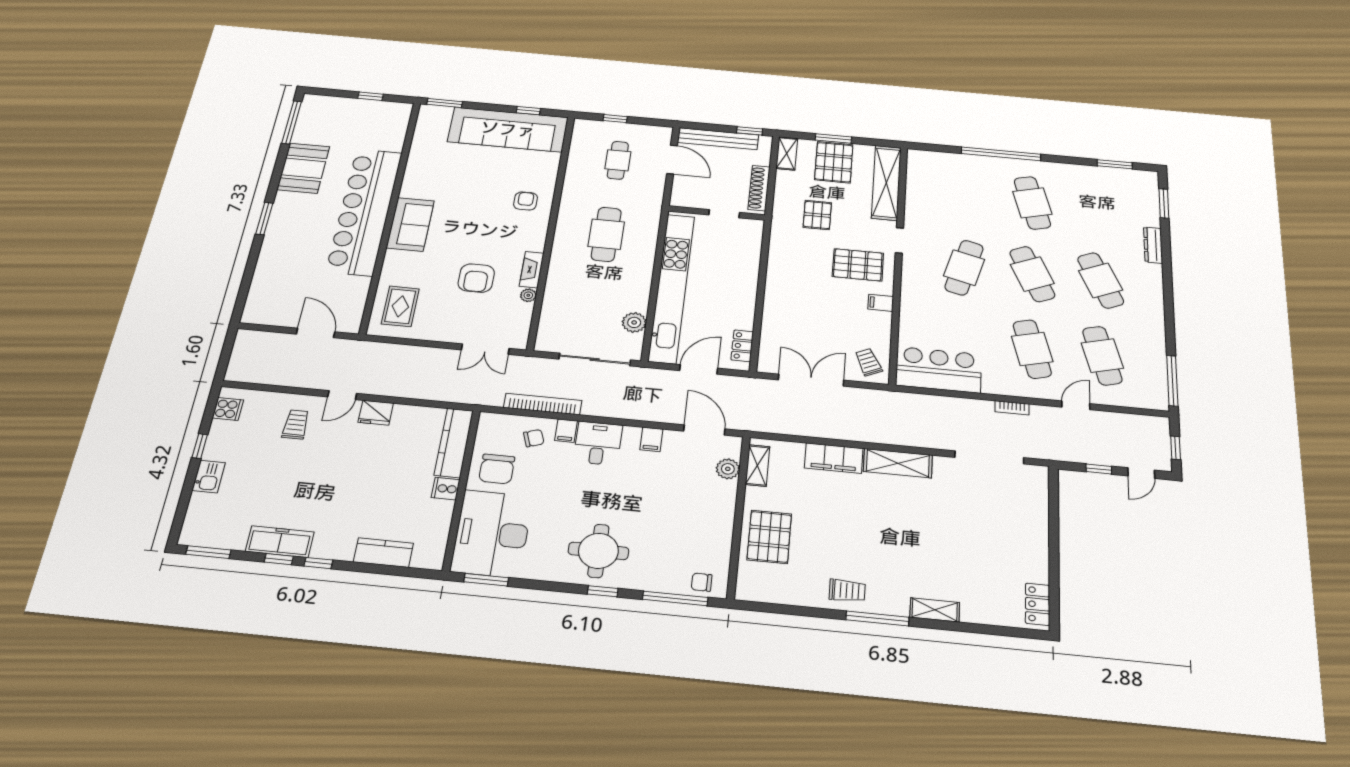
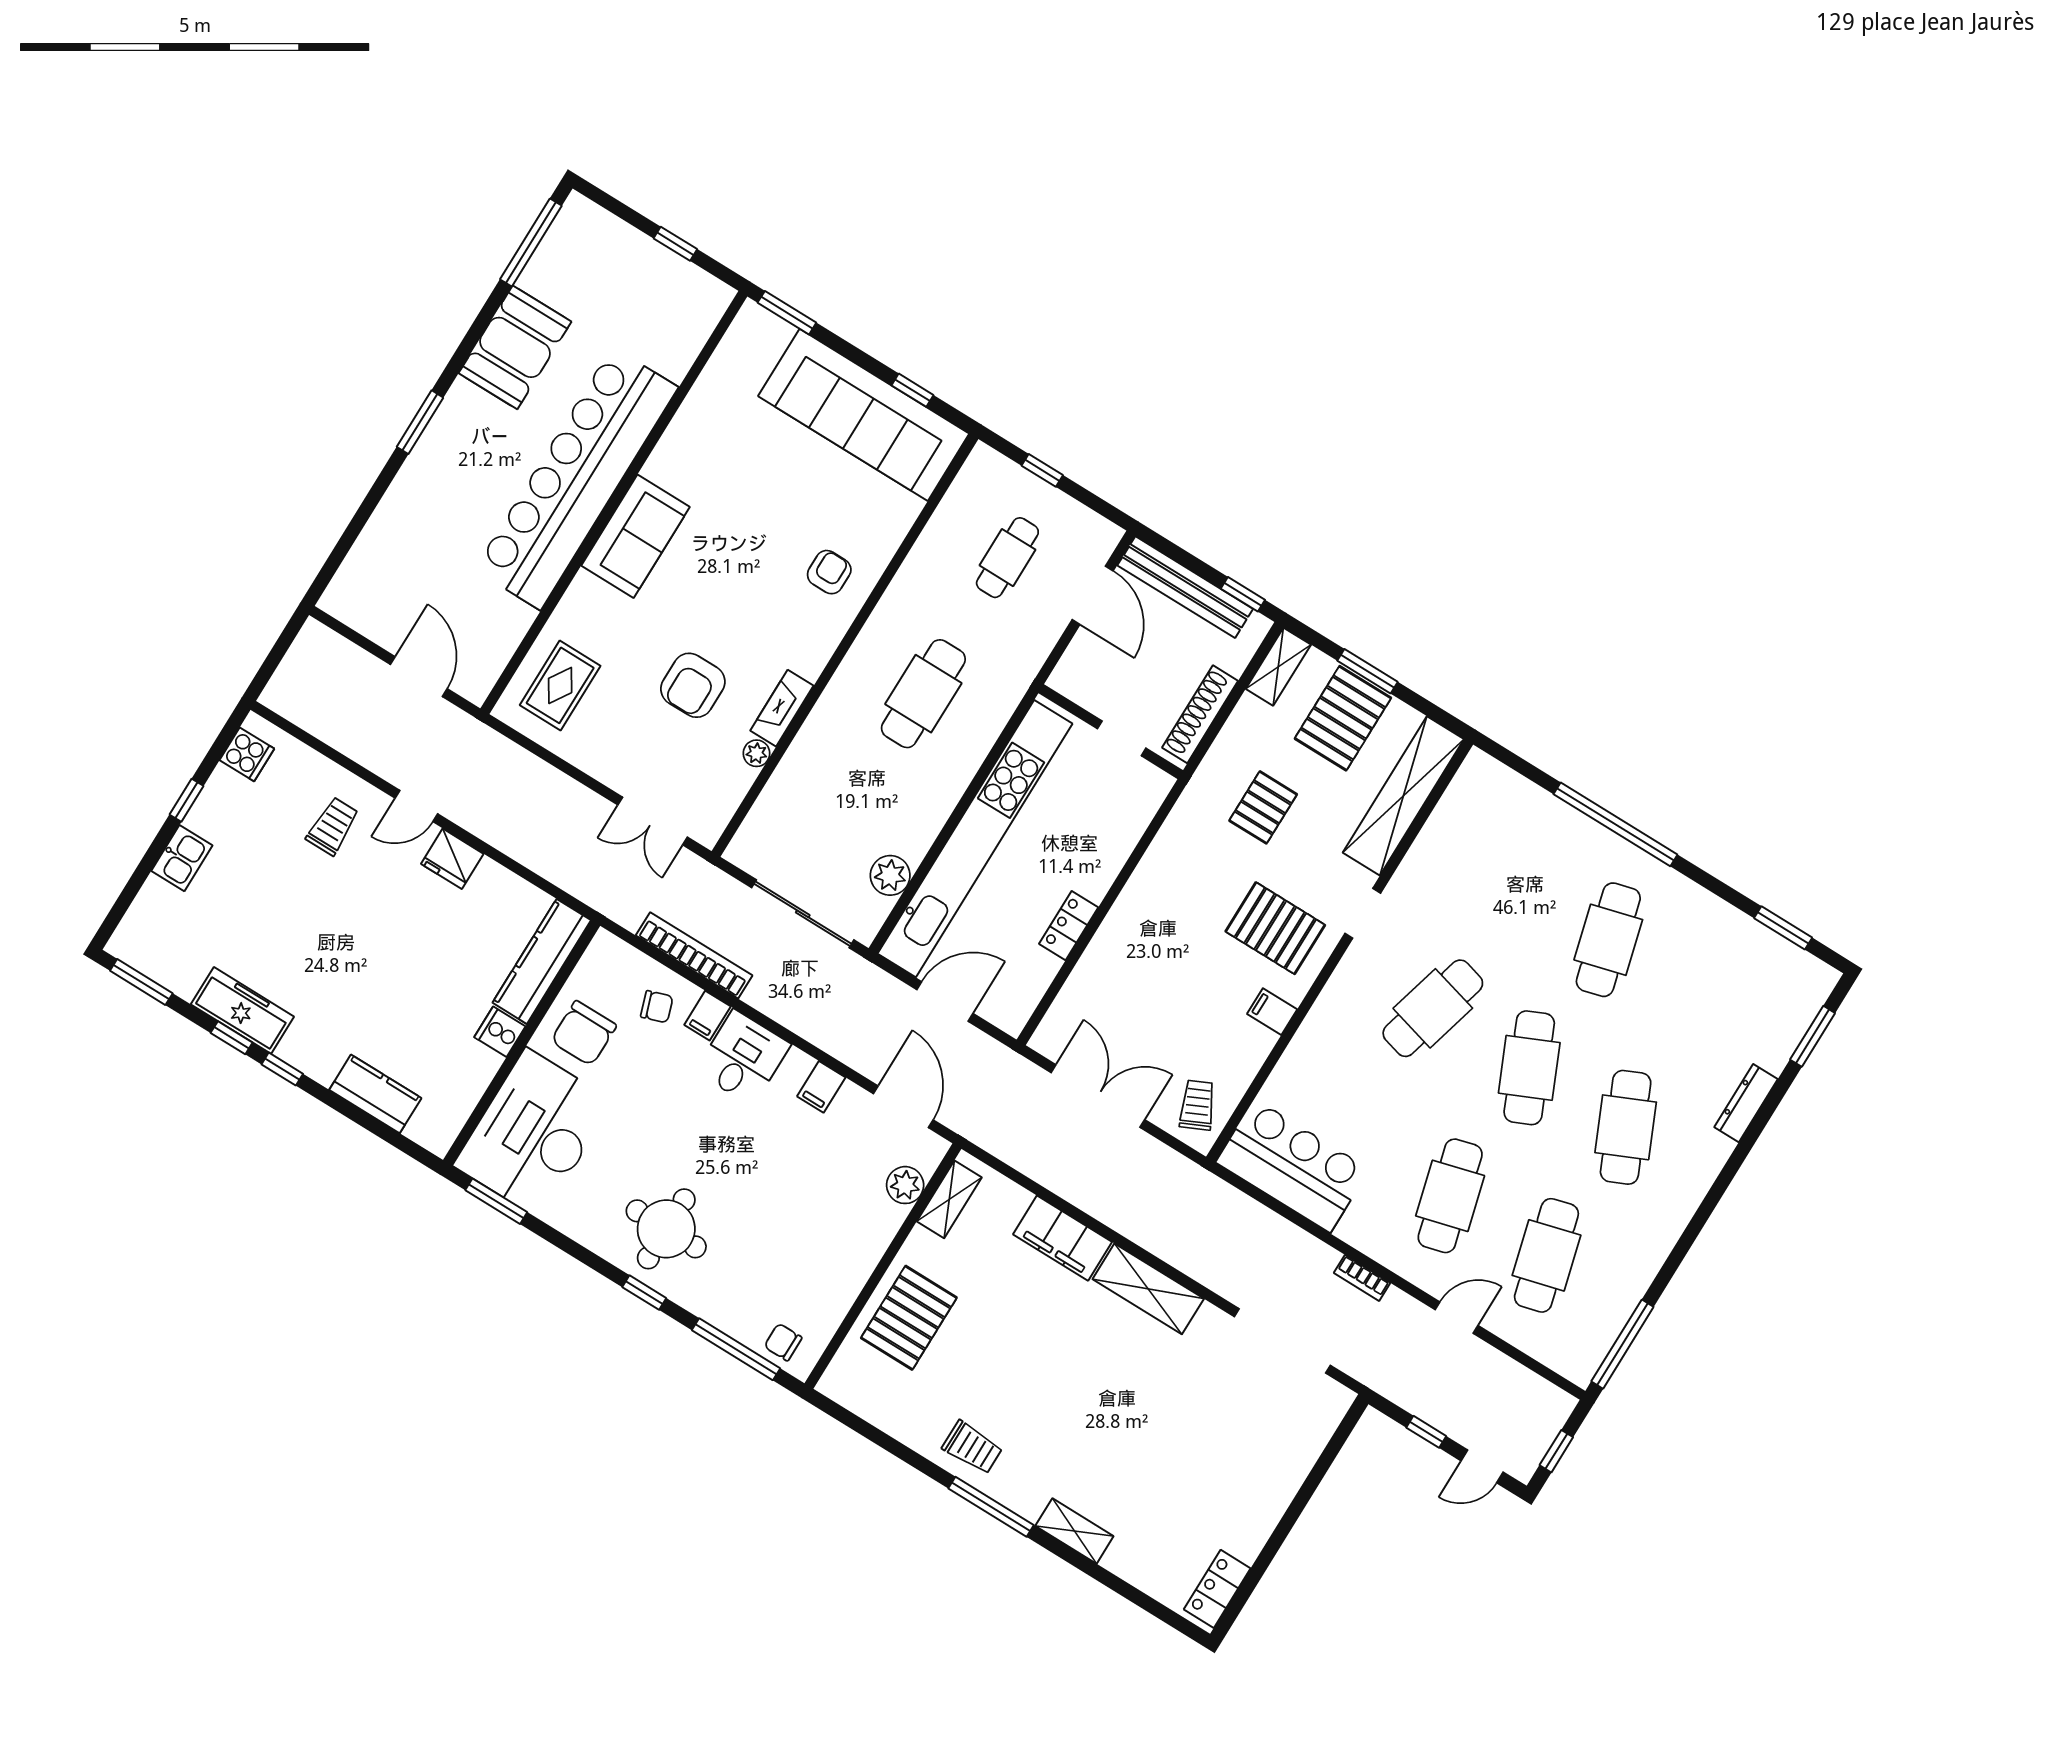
locker: (742, 346) -> (1069, 926), moved

